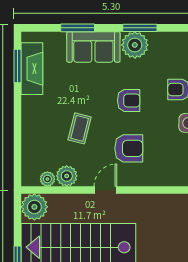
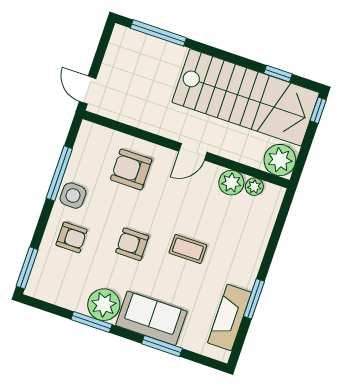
window: (17, 66) -> (254, 299), moved
coffee table: (80, 128) -> (188, 249), moved, turned 76
armchair: (129, 148) -> (131, 169), moved

